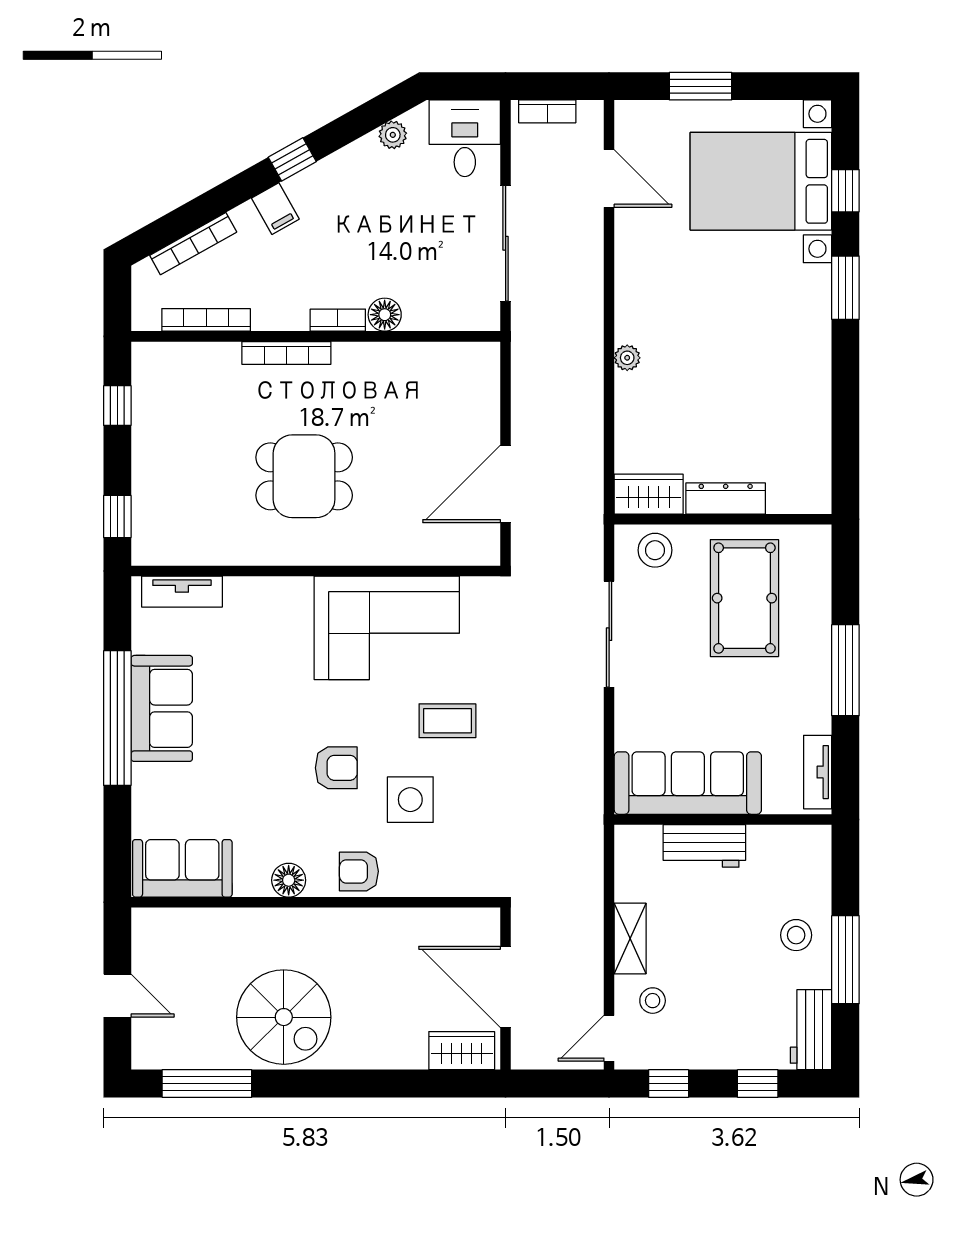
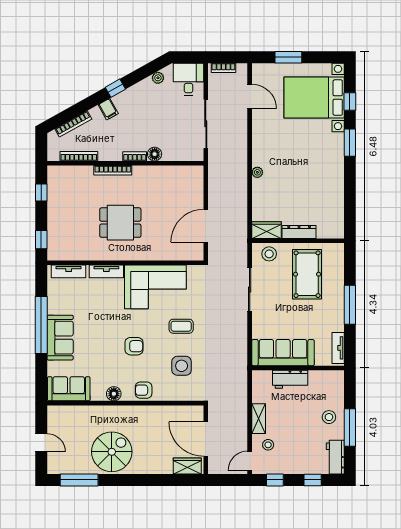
tv unit: (271, 592) -> (106, 271), added
sofa: (162, 708) -> (60, 338), moved
side table: (410, 800) -> (182, 366), moved
spiral stairs: (284, 1017) -> (112, 452), turned -90

